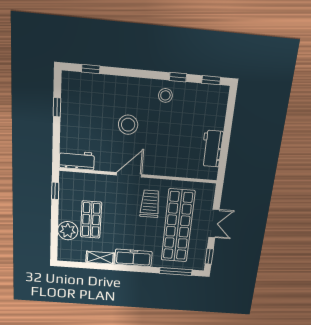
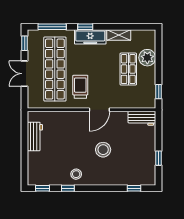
trolley: (150, 204) -> (80, 87), turned 180
window: (138, 269) -> (85, 27), added

